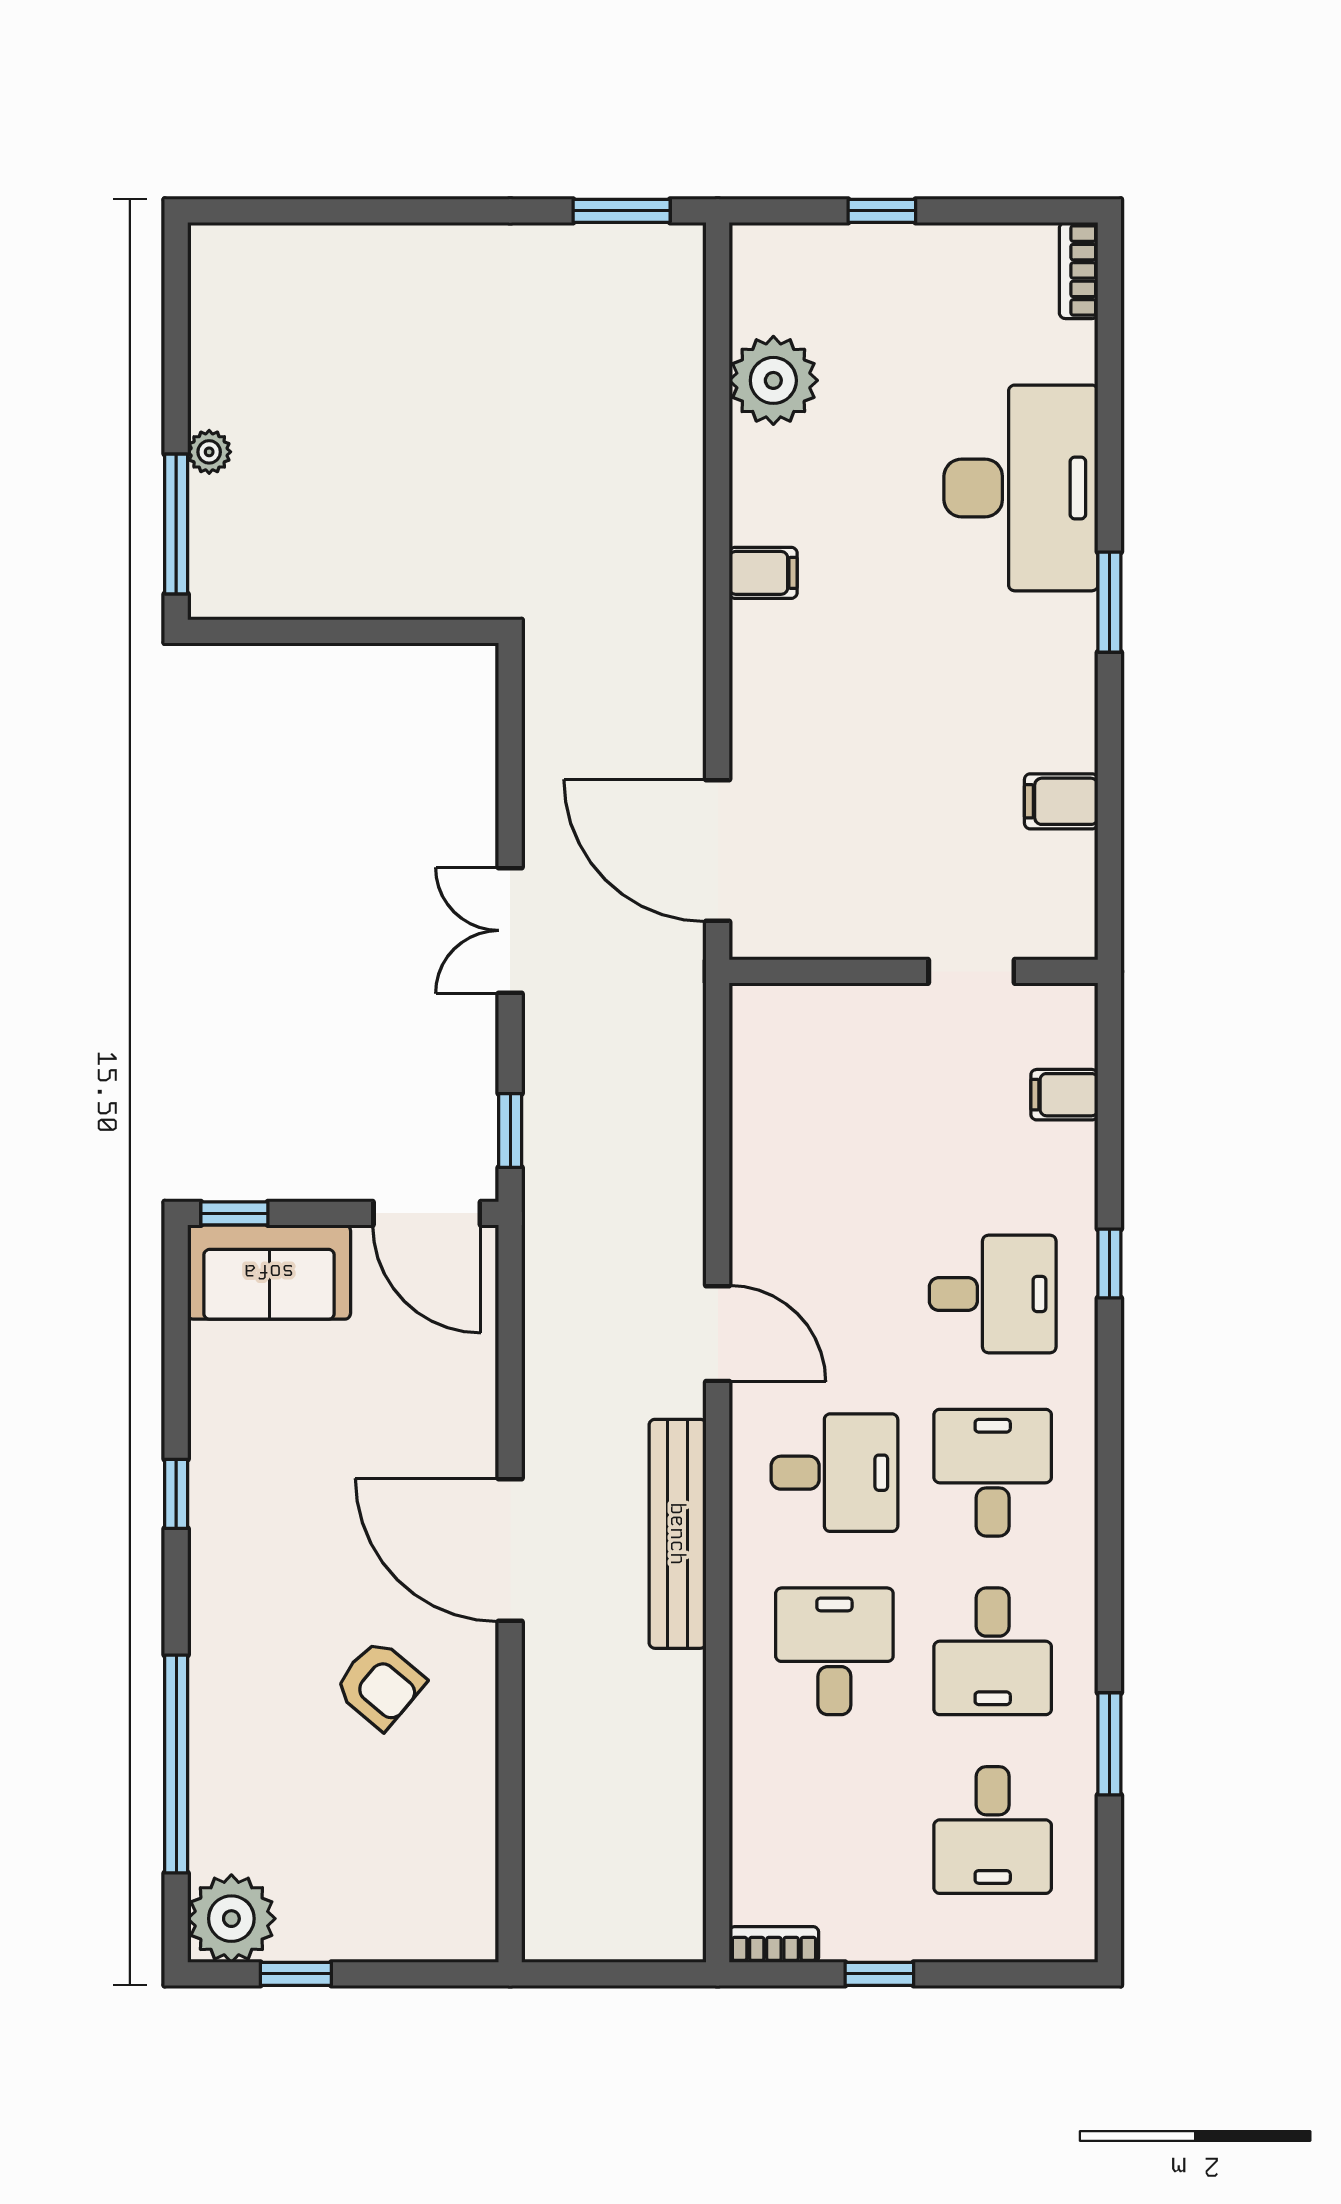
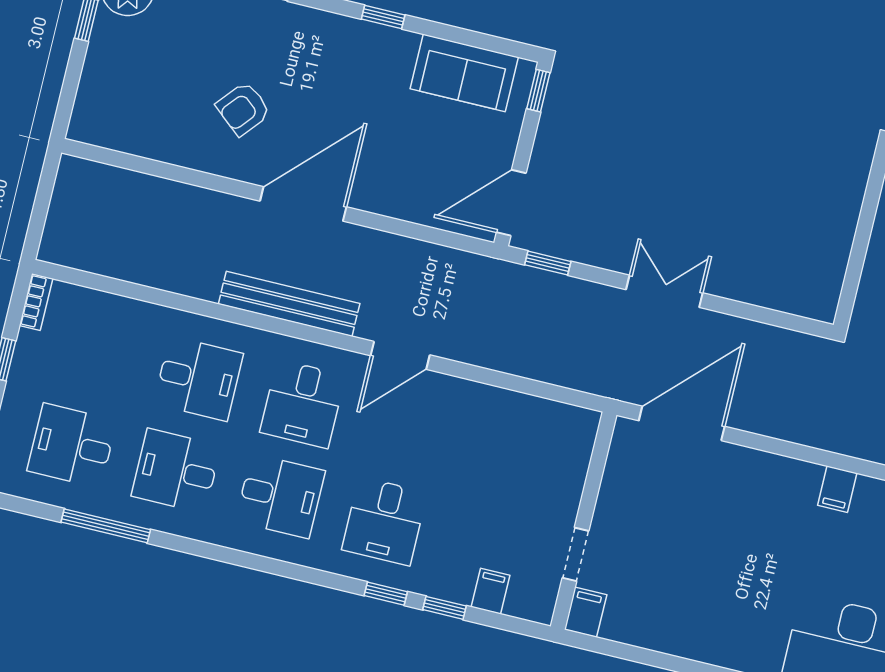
filing cabinet: (1061, 801) -> (586, 612), moved
window: (1109, 1163) -> (444, 608), added
sofa: (269, 1272) -> (464, 73), moved, turned -90
window: (1109, 1744) -> (106, 526), width x1.44

